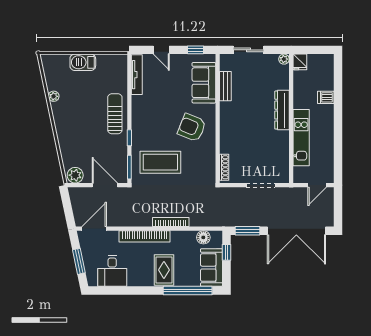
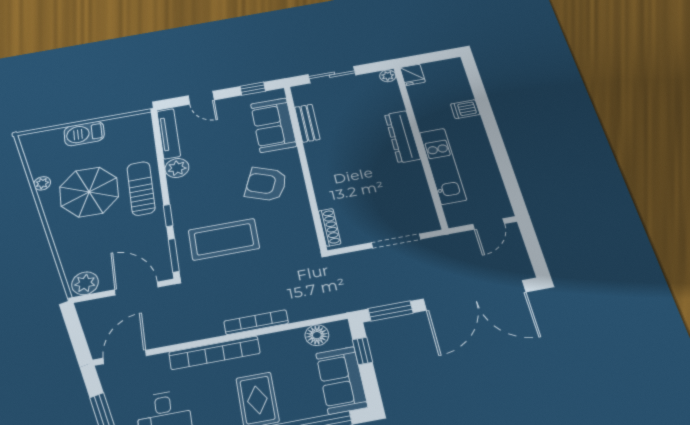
plant: (139, 103) -> (177, 168), added
parasol: (82, 109) -> (89, 192), added

